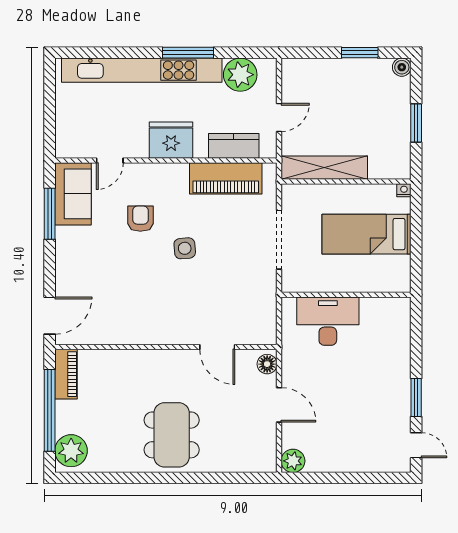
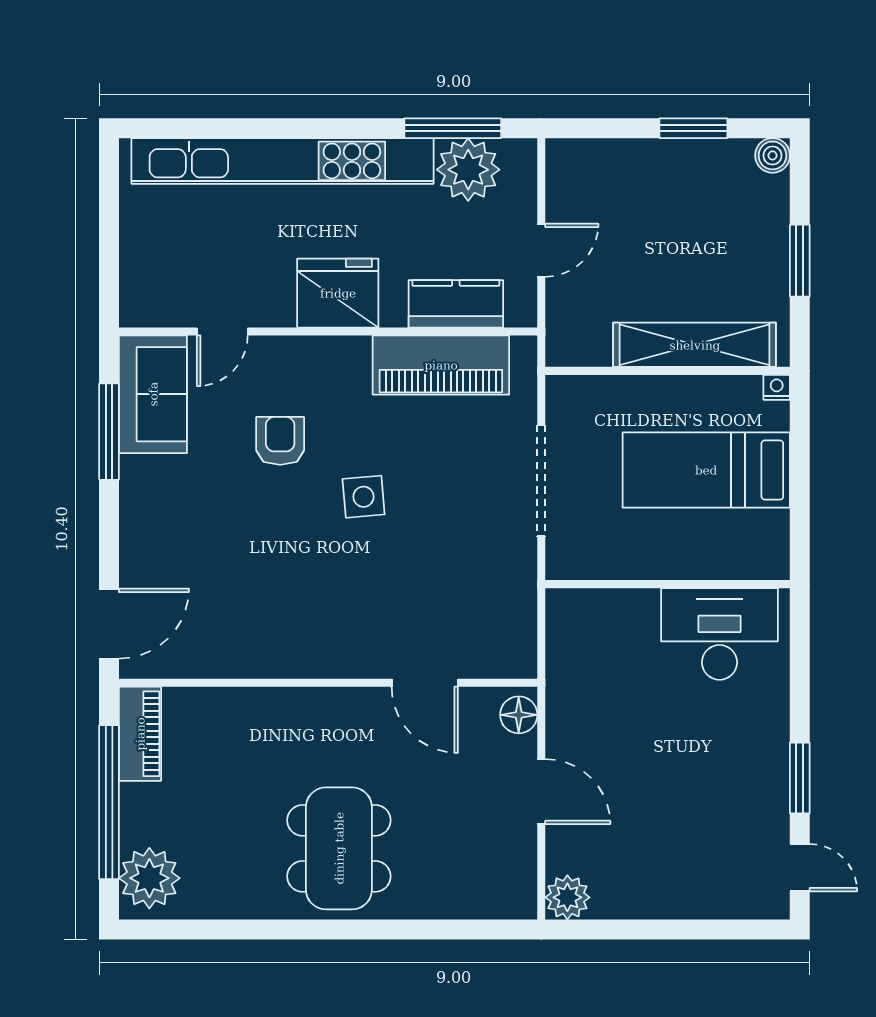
window: (188, 53) -> (453, 128), moved
shelving: (324, 168) -> (695, 345), moved
desk: (328, 321) -> (719, 634), moved

